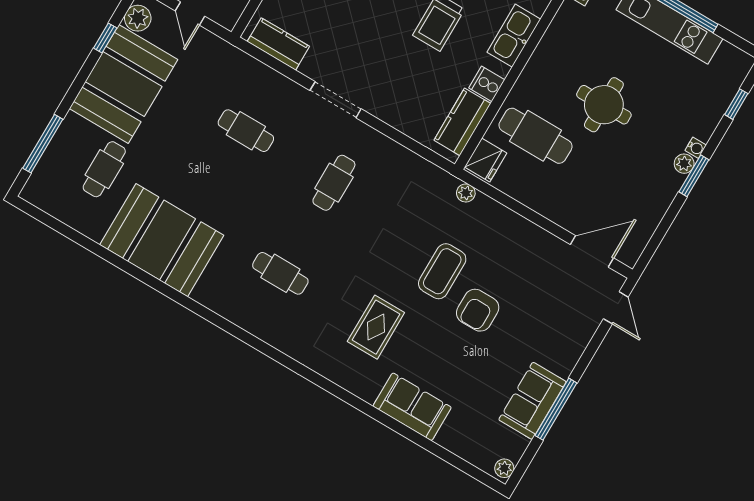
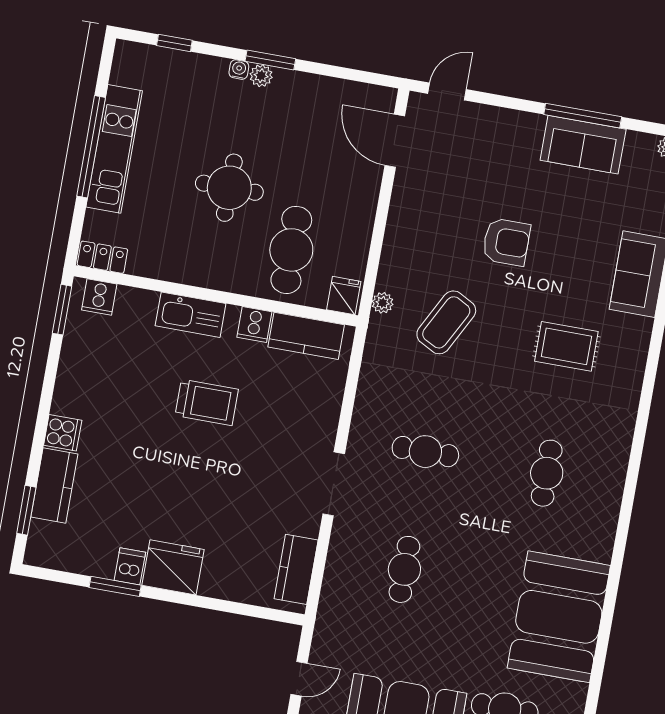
fridge: (486, 160) -> (344, 296), width x0.72
coffee table: (442, 271) -> (446, 322), moved, turned -62

